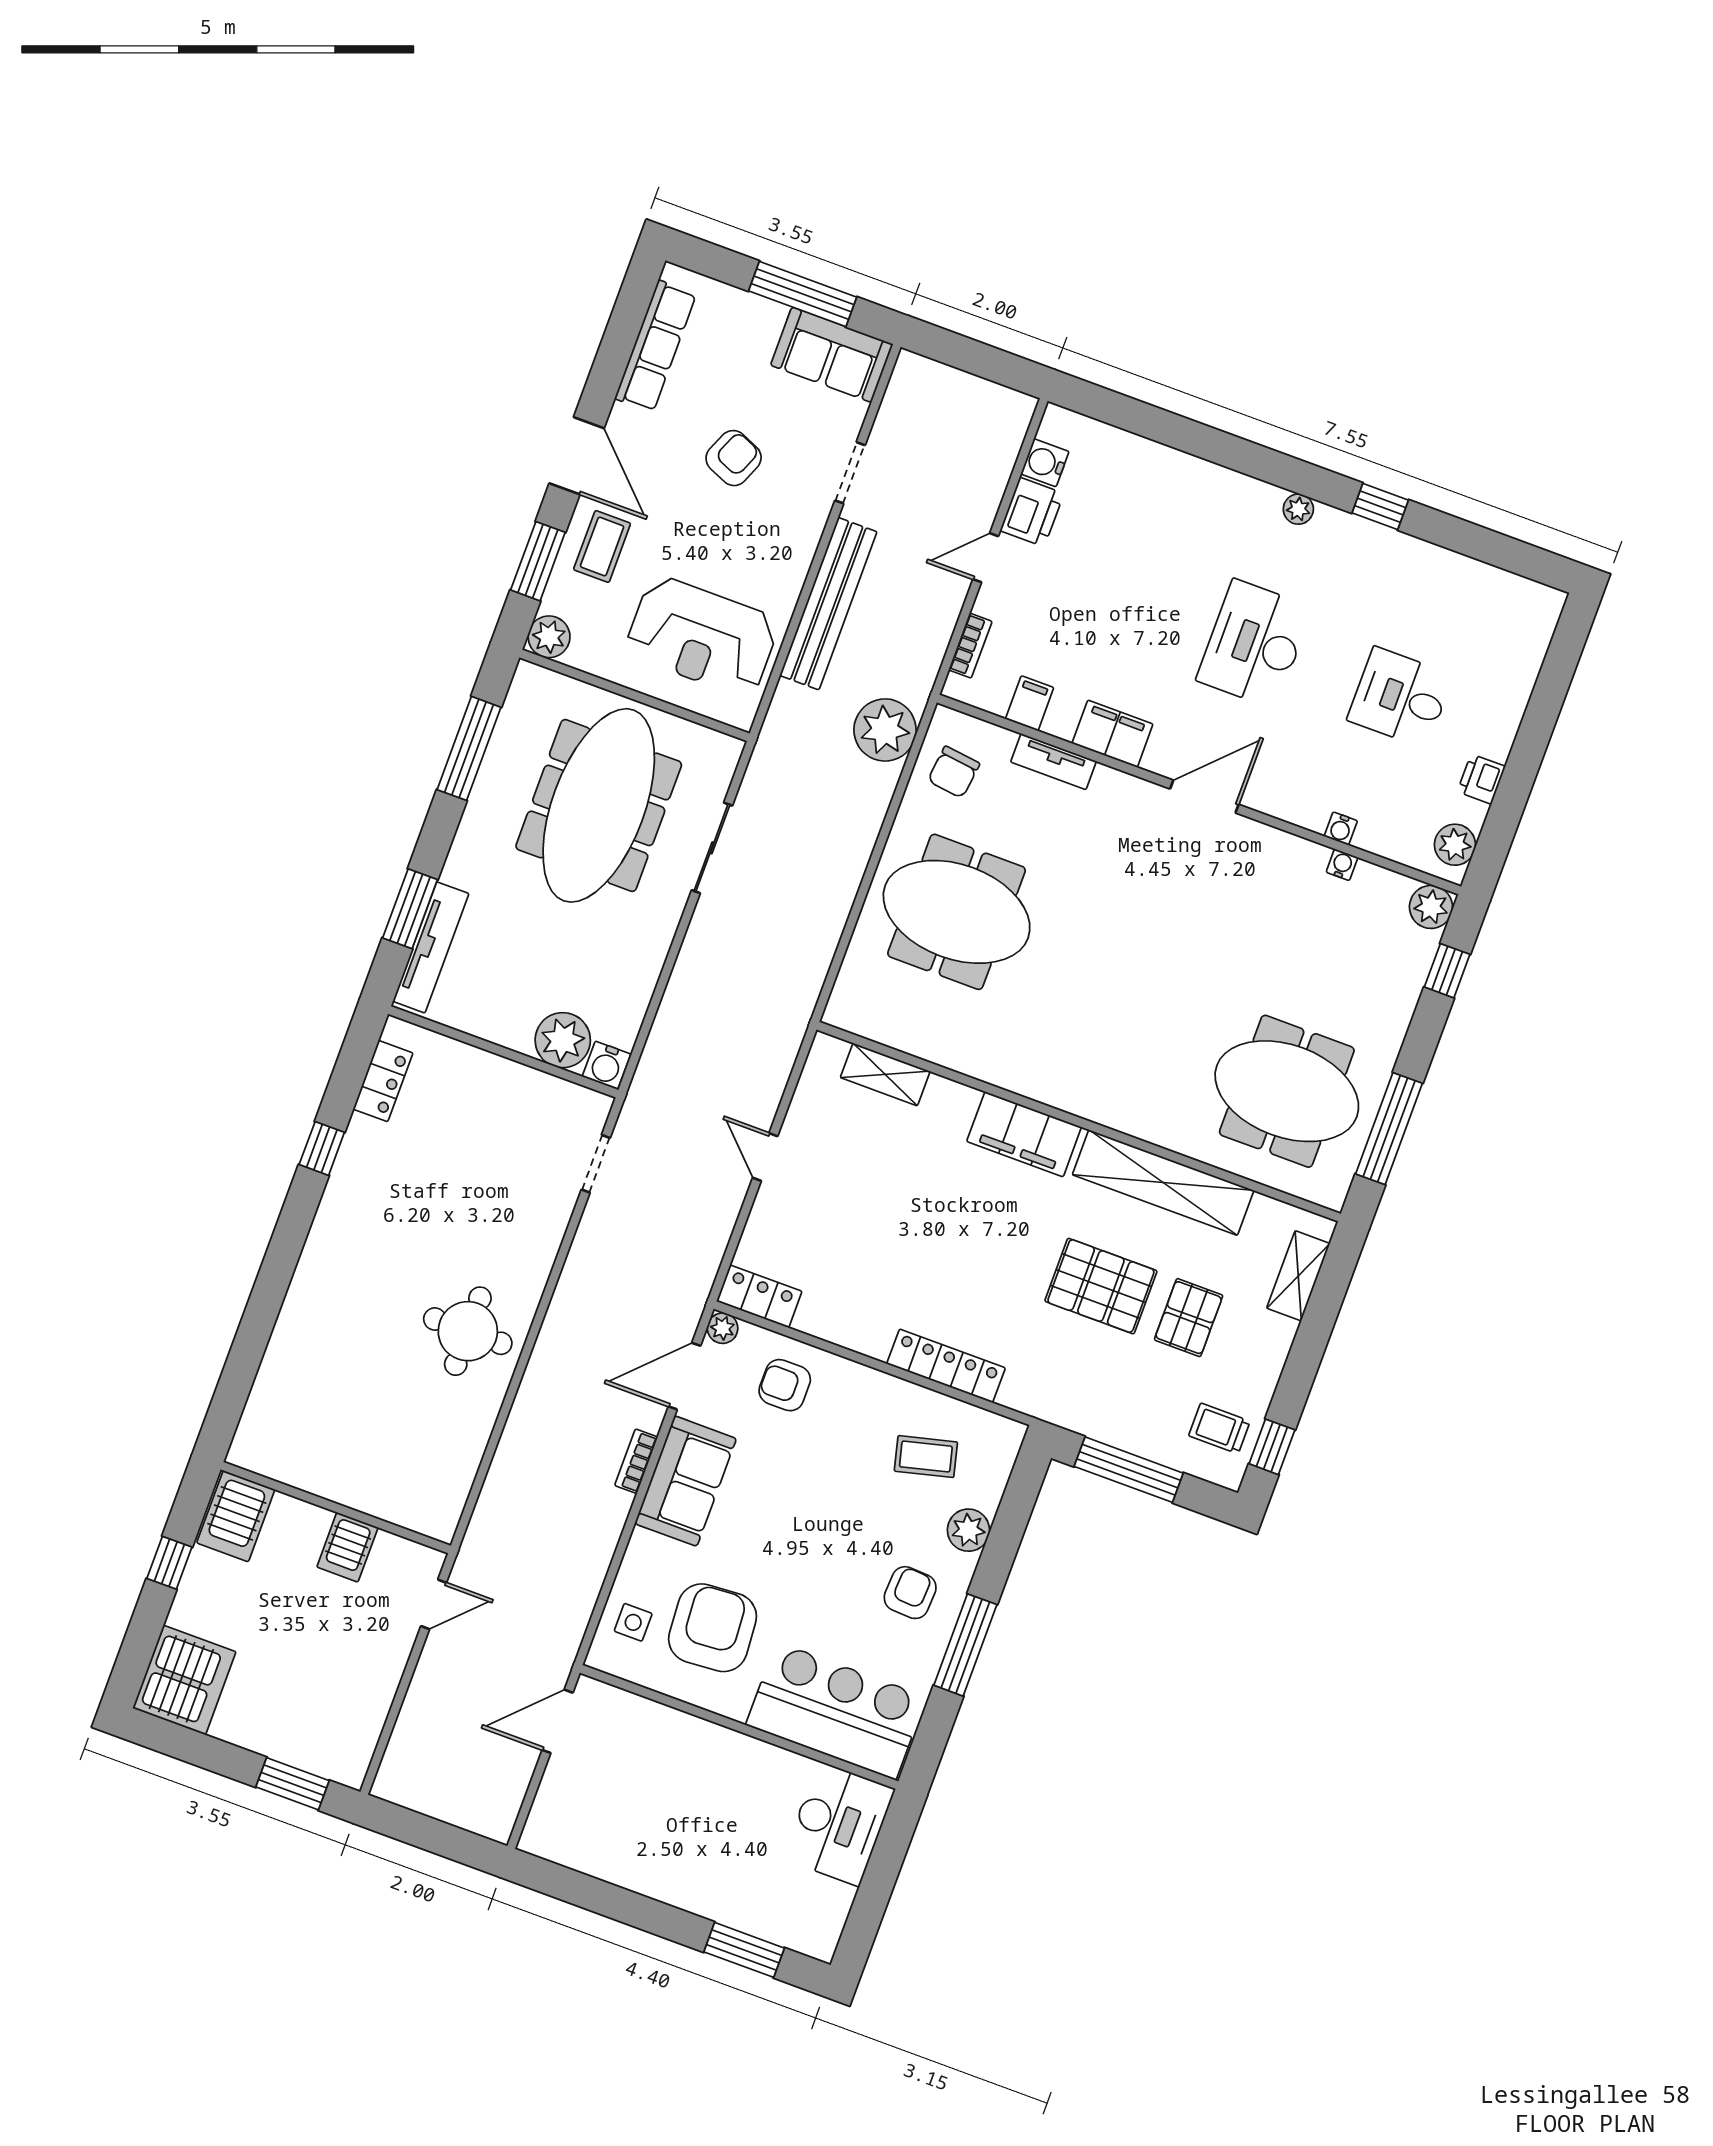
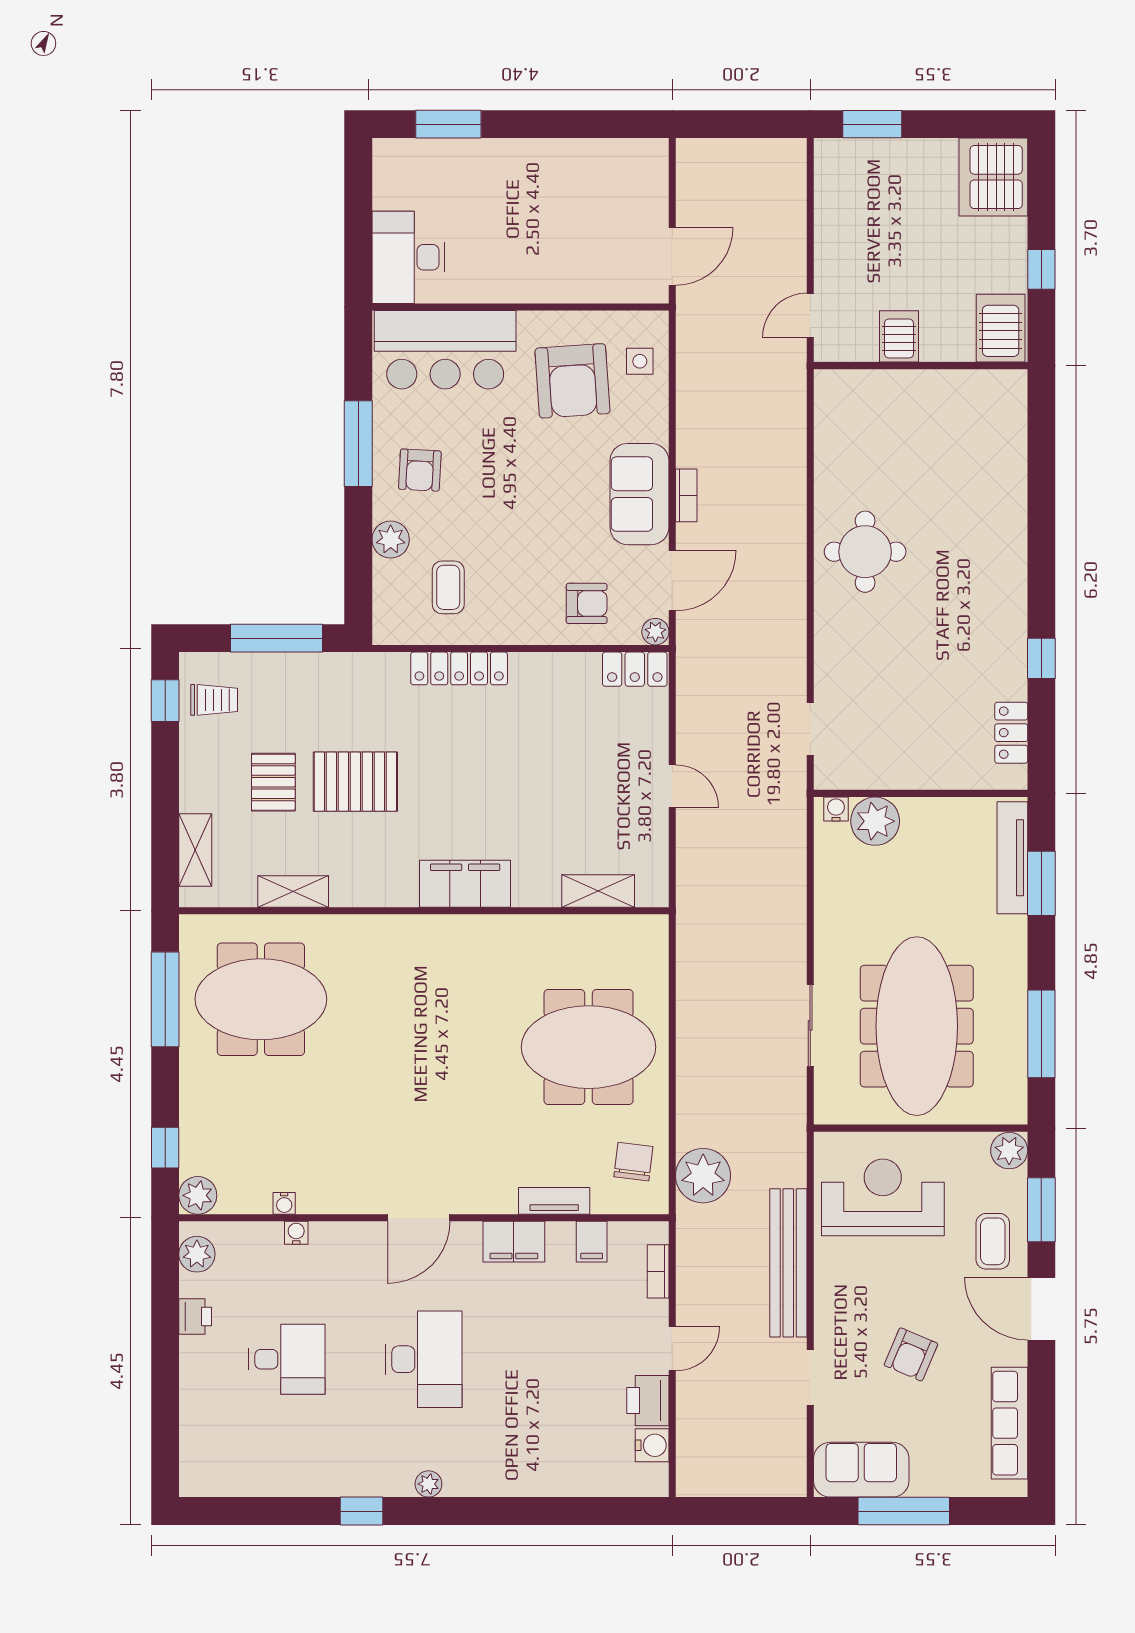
water cooler: (606, 1065) -> (836, 809), width x0.72, depth x0.72
shelving: (1163, 1182) -> (293, 891), width x0.45, depth x0.75
coffee table: (926, 1457) -> (448, 587), turned -76

